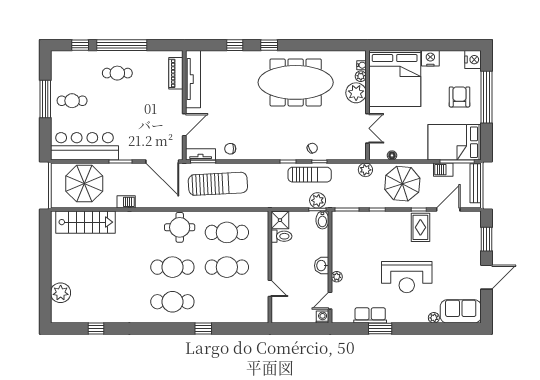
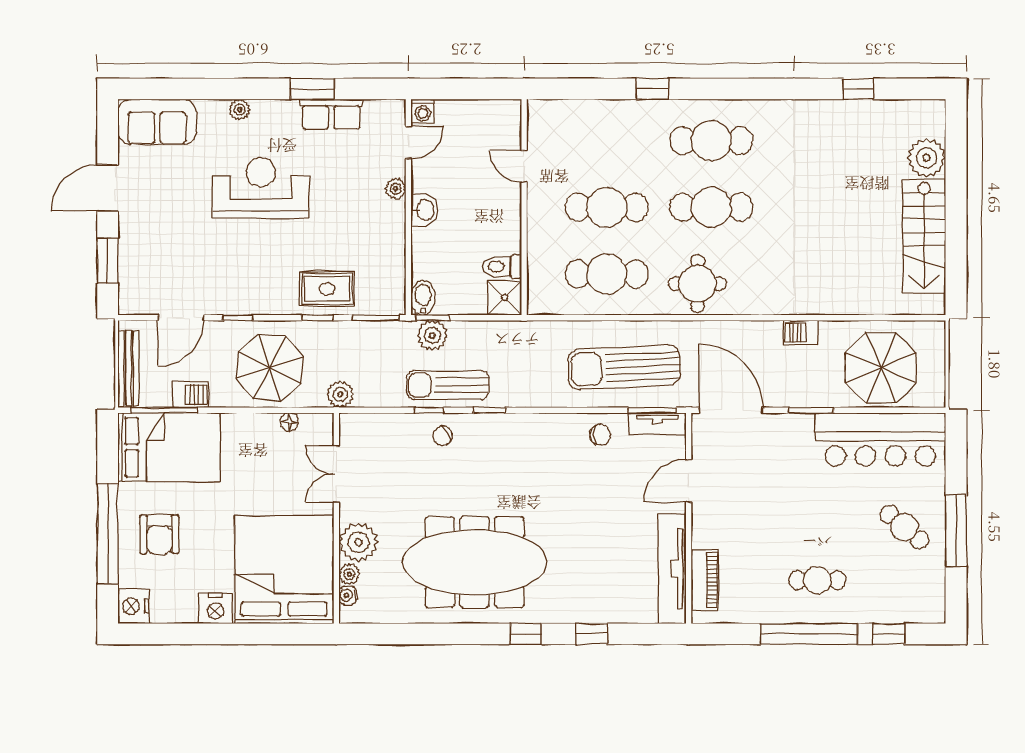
cafe table: (72, 101) -> (904, 527), turned 40
stairs: (86, 222) -> (924, 236), moved, turned -90
rug: (420, 227) -> (327, 289), moved, turned 90
plant: (434, 318) -> (239, 110), moved

